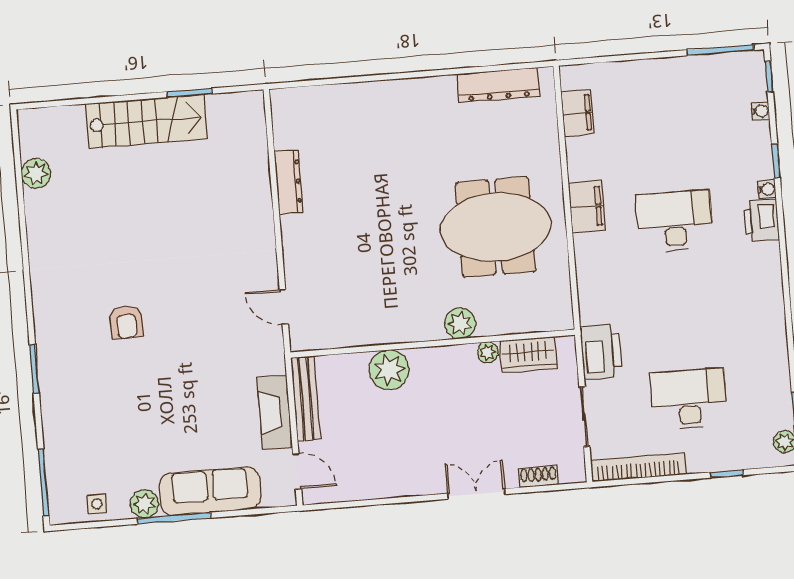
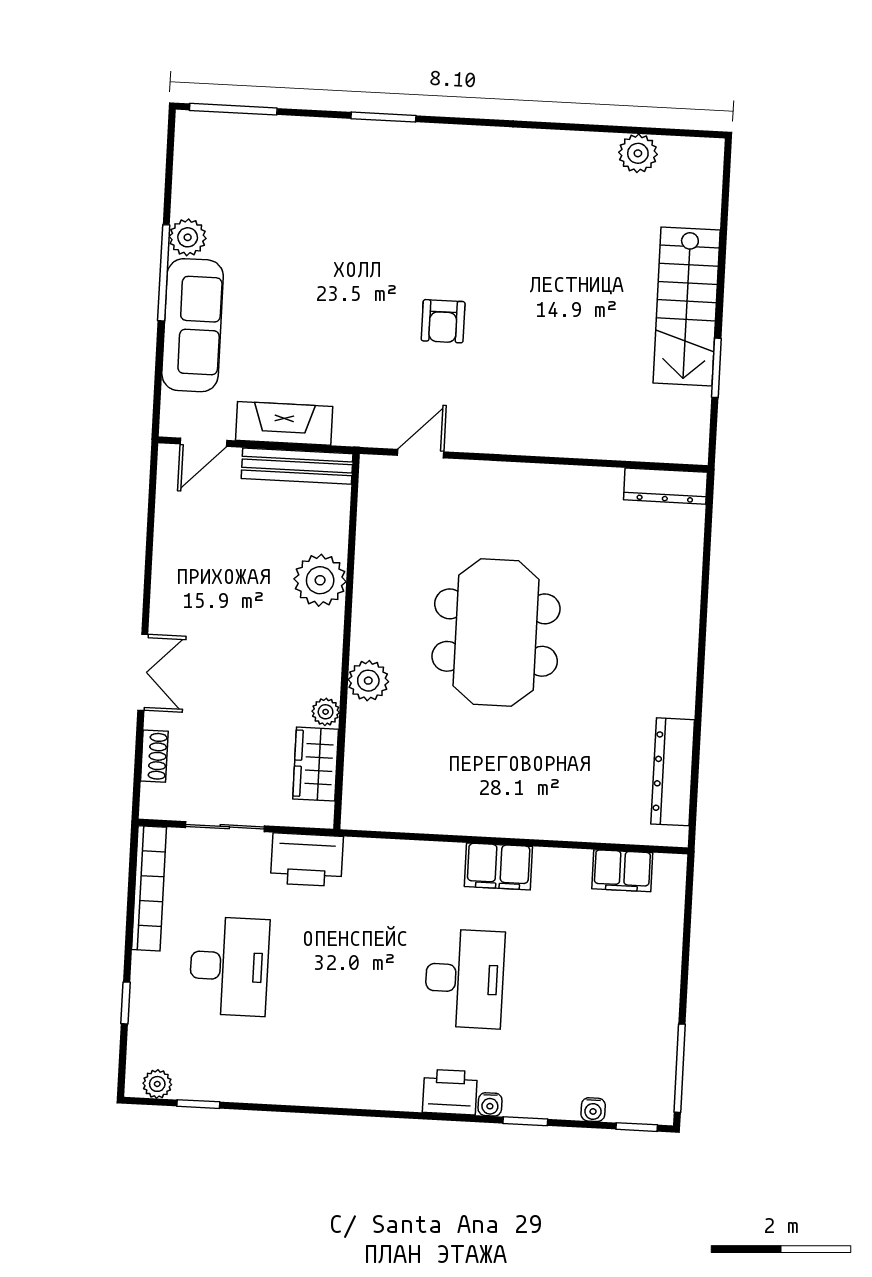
dresser: (289, 182) -> (665, 486), moved
meeting table: (496, 227) -> (496, 633), moved
armchair: (127, 322) -> (443, 321), moved, turned -90
side table: (97, 504) -> (196, 175), removed

